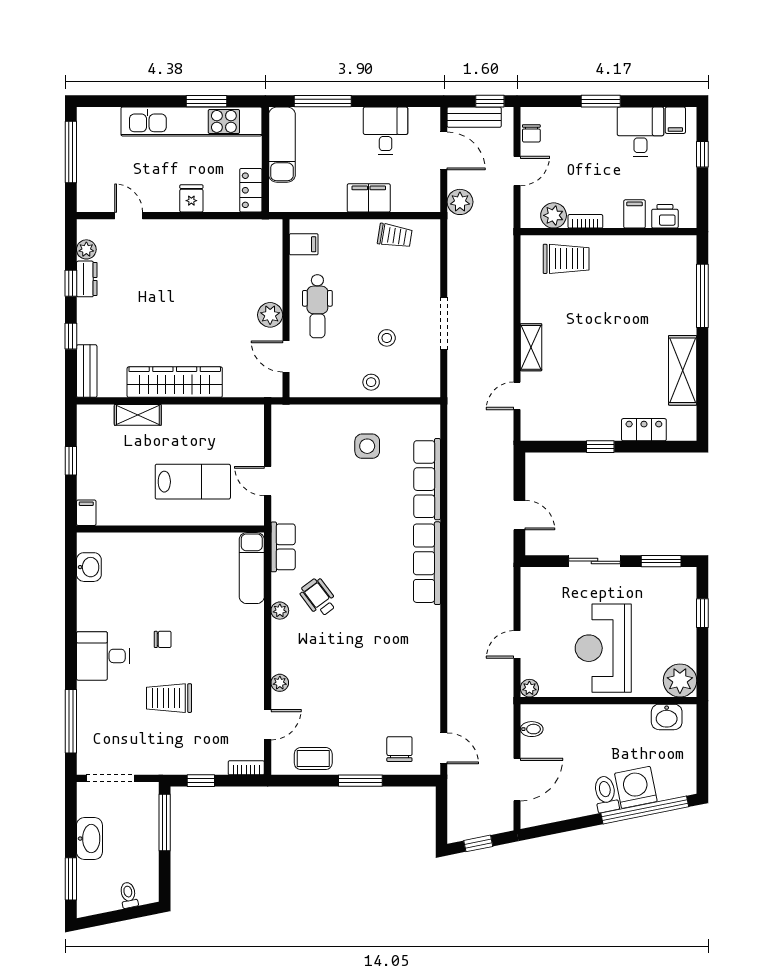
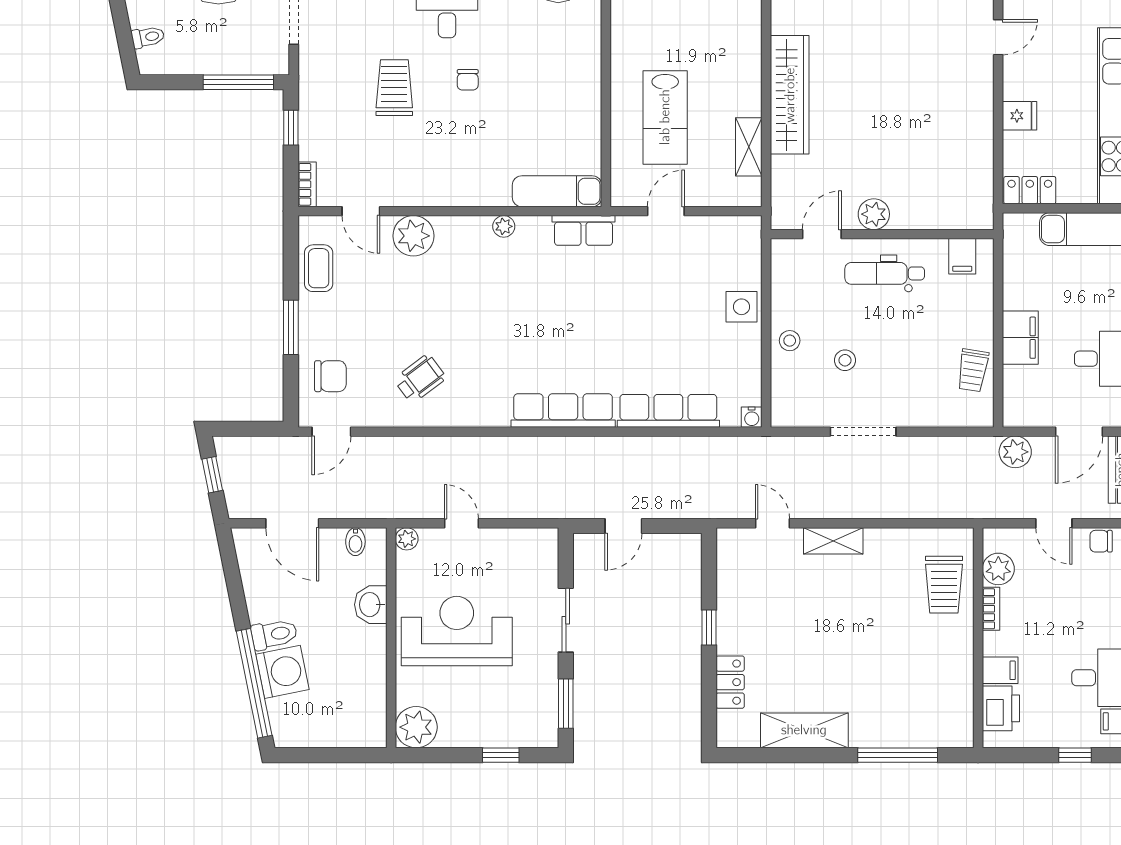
printer: (665, 216) -> (1001, 708), width x1.36, depth x1.24
water cooler: (432, 412) -> (752, 417), added
shelving: (138, 415) -> (749, 147), moved
side table: (367, 446) -> (741, 307), moved
wheelchair: (319, 597) -> (420, 379), moved
plant: (280, 683) -> (413, 236), width x1.88, depth x1.88
washbasin: (667, 717) -> (371, 605), moved

